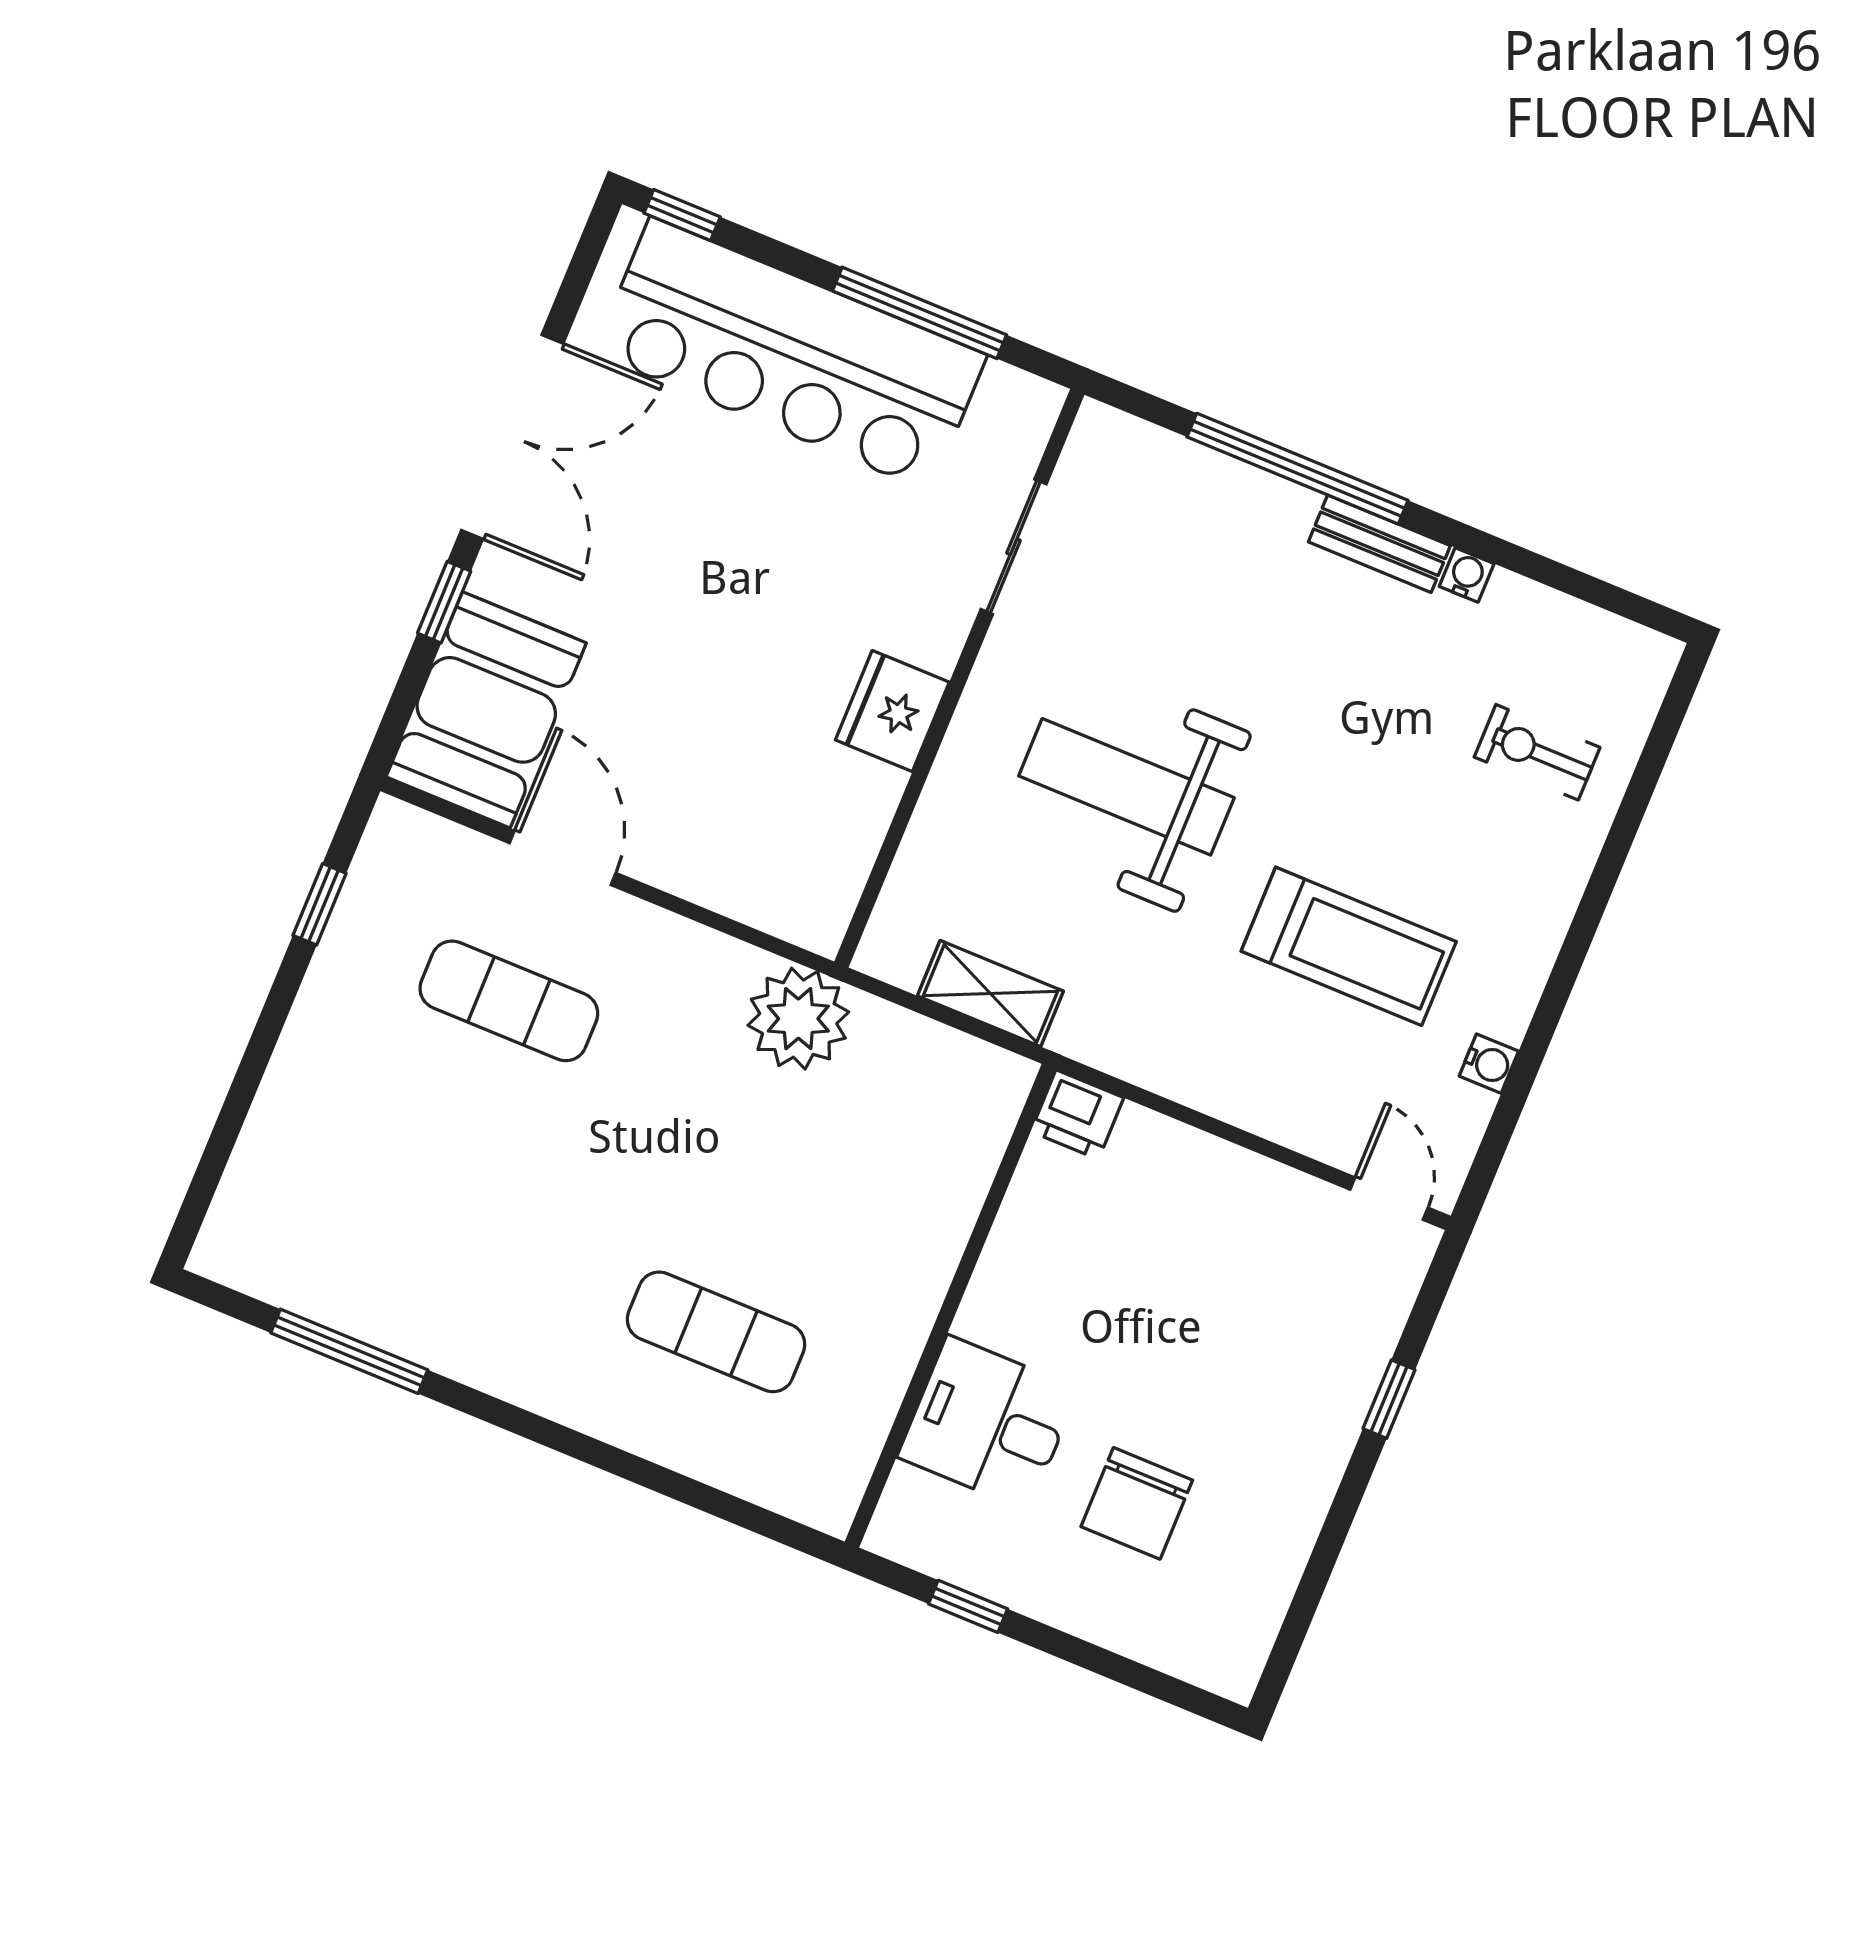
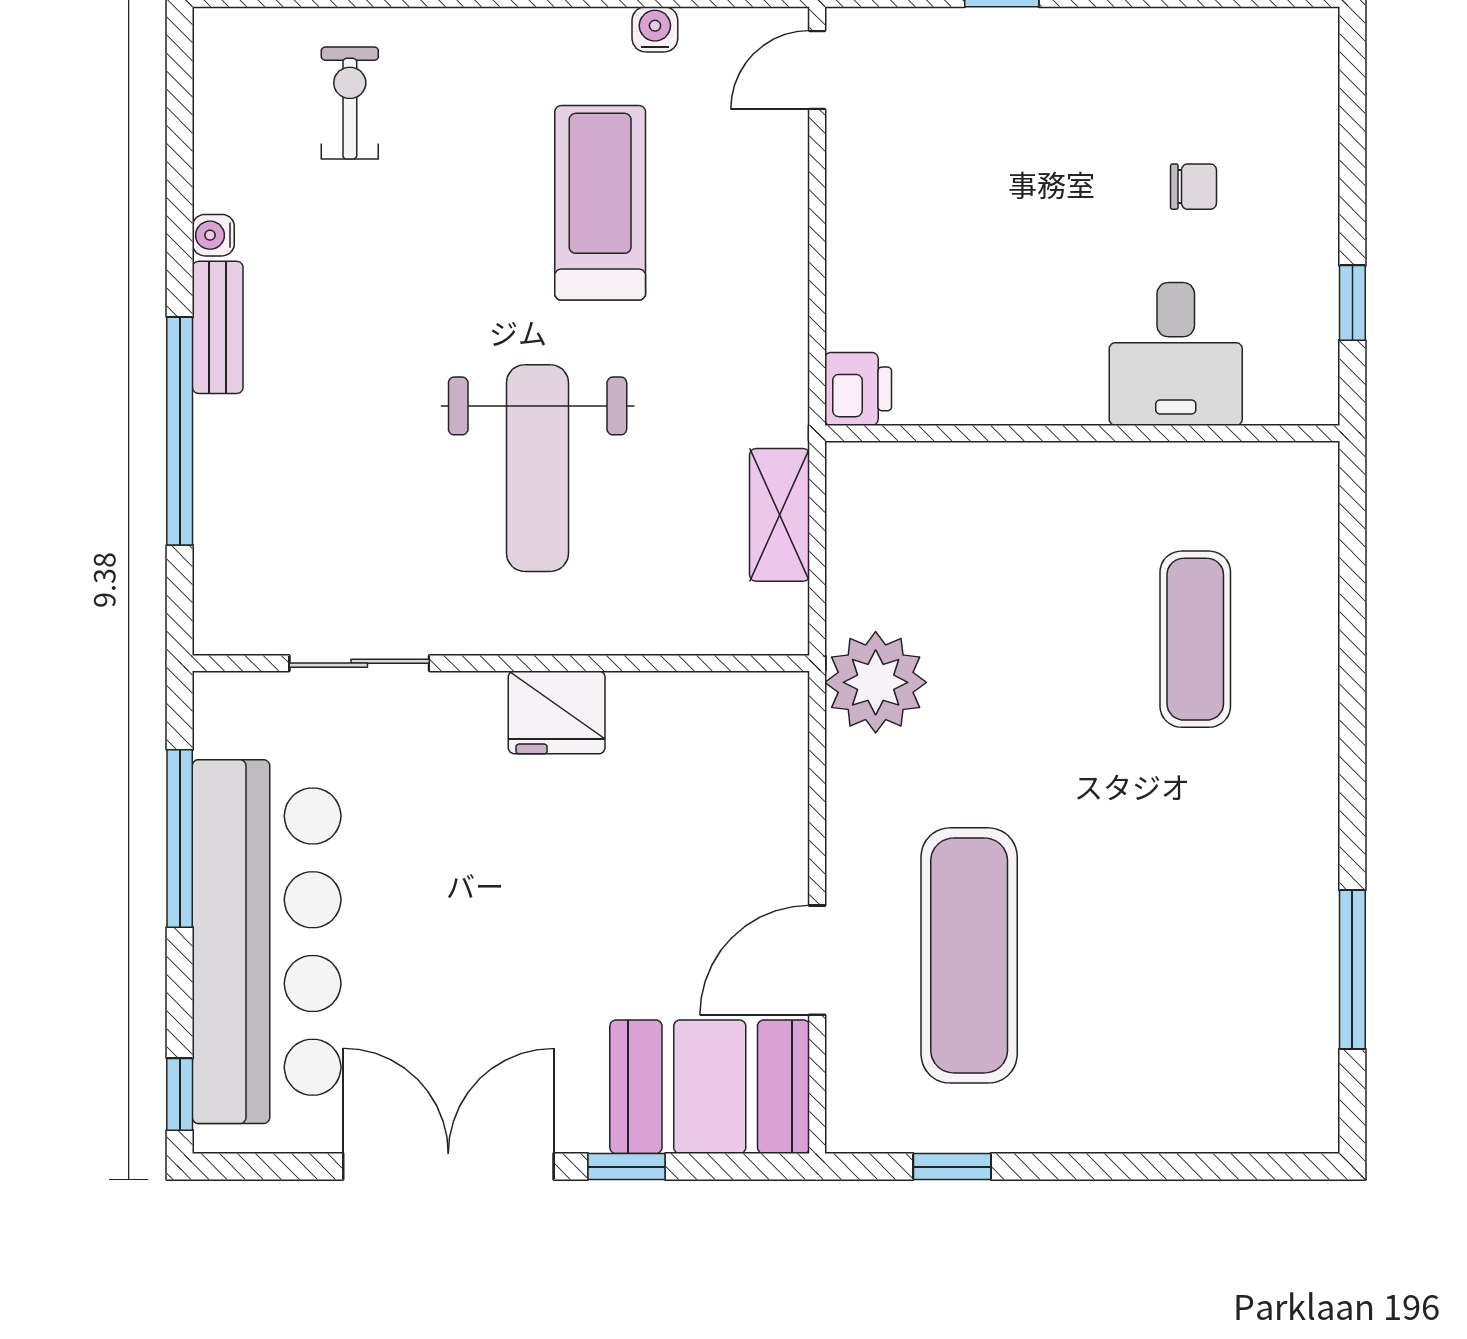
exercise bike: (1537, 752) -> (350, 103), turned 180
exercise mat: (509, 1001) -> (969, 955), width x1.36, depth x1.45
chair: (1137, 1503) -> (1193, 187), width x0.54, depth x0.54

